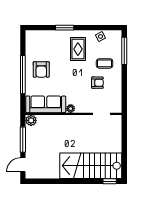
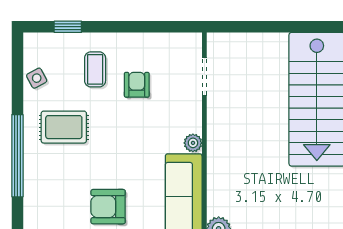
window: (65, 28) -> (17, 156), width x2.11
window: (124, 51) -> (68, 27), width x0.46
armchair: (41, 69) -> (108, 207), turned 180

